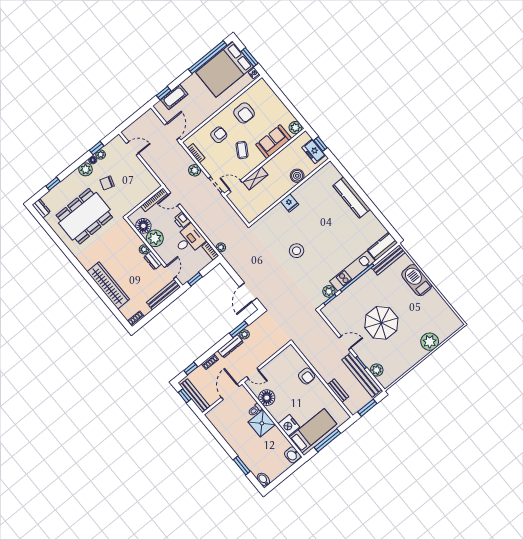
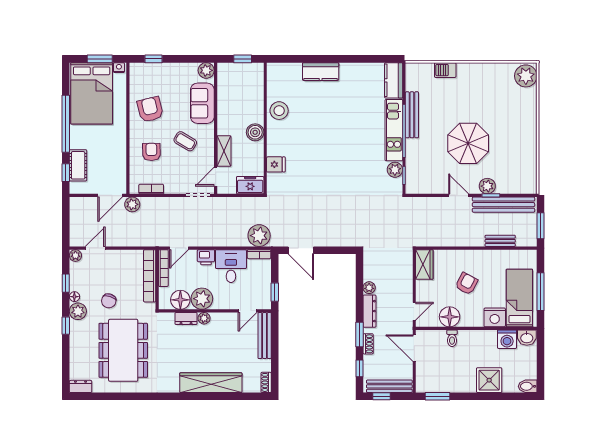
window: (208, 57) -> (66, 124), moved
window: (276, 90) -> (154, 59), added
armchair: (244, 113) -> (150, 109), turned -104
door: (172, 131) -> (110, 195), swing flipped
freezer: (314, 151) -> (250, 185), moved, turned 180
plant: (101, 155) -> (75, 256), moved
plant: (195, 170) -> (132, 204), moved
boiler: (297, 176) -> (255, 132), moved
window: (53, 184) -> (66, 326), moved
bookcase: (143, 195) -> (150, 276), added
kitchen counter: (352, 198) -> (321, 72), width x0.67
fridge: (290, 203) -> (276, 164), moved
plant: (221, 247) -> (259, 236), width x1.88, depth x1.88
stool: (297, 251) -> (279, 111), moved
dresser: (153, 260) -> (186, 318), moved
bench: (388, 260) -> (412, 115), moved
door: (170, 272) -> (248, 311), swing flipped
barbecue: (417, 280) -> (445, 70), width x0.53, depth x0.65
door: (248, 292) -> (301, 250), moved
window: (239, 329) -> (359, 335), moved
plant: (430, 342) -> (526, 76), moved
door: (345, 343) -> (459, 195), hinge flipped
wardrobe: (286, 356) -> (424, 264), added
plant: (377, 370) -> (487, 186), moved
armchair: (307, 376) -> (466, 284), moved, turned -62
shower: (262, 423) -> (489, 380), moved
washing machine: (282, 444) -> (507, 339), added
window: (242, 465) -> (438, 396), moved

